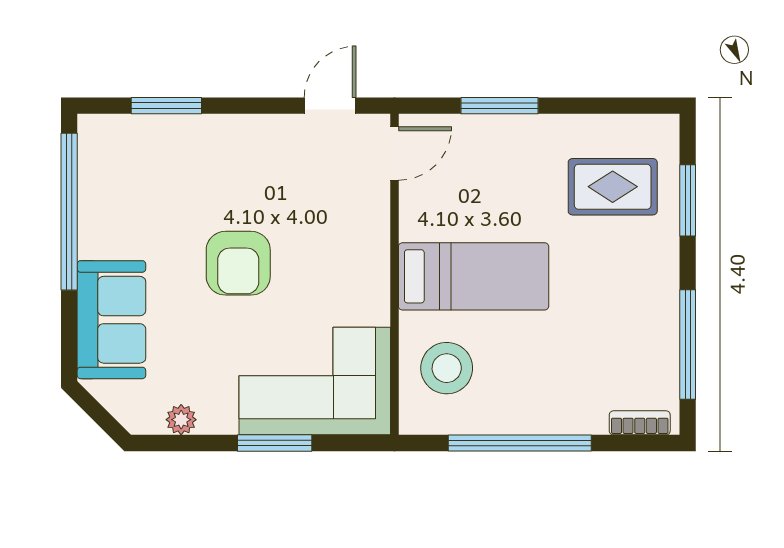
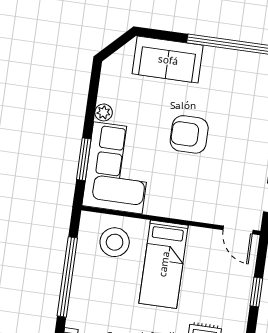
window: (500, 106) -> (256, 292), width x0.67
plant: (181, 420) -> (104, 112), moved
window: (275, 443) -> (84, 159), moved

